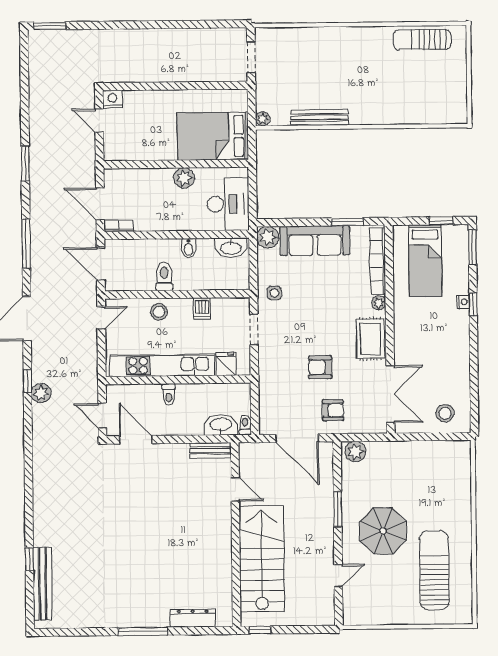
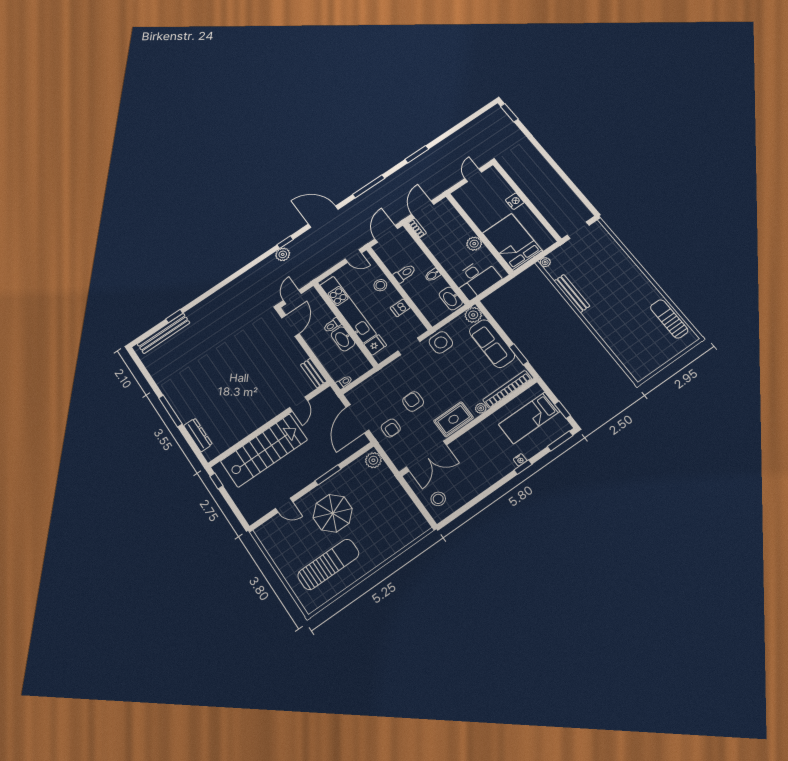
nightstand: (112, 99) -> (515, 201), moved
side table: (274, 293) -> (441, 342), width x1.87, depth x1.87
washbasin: (221, 425) -> (343, 339), moved, turned 180

